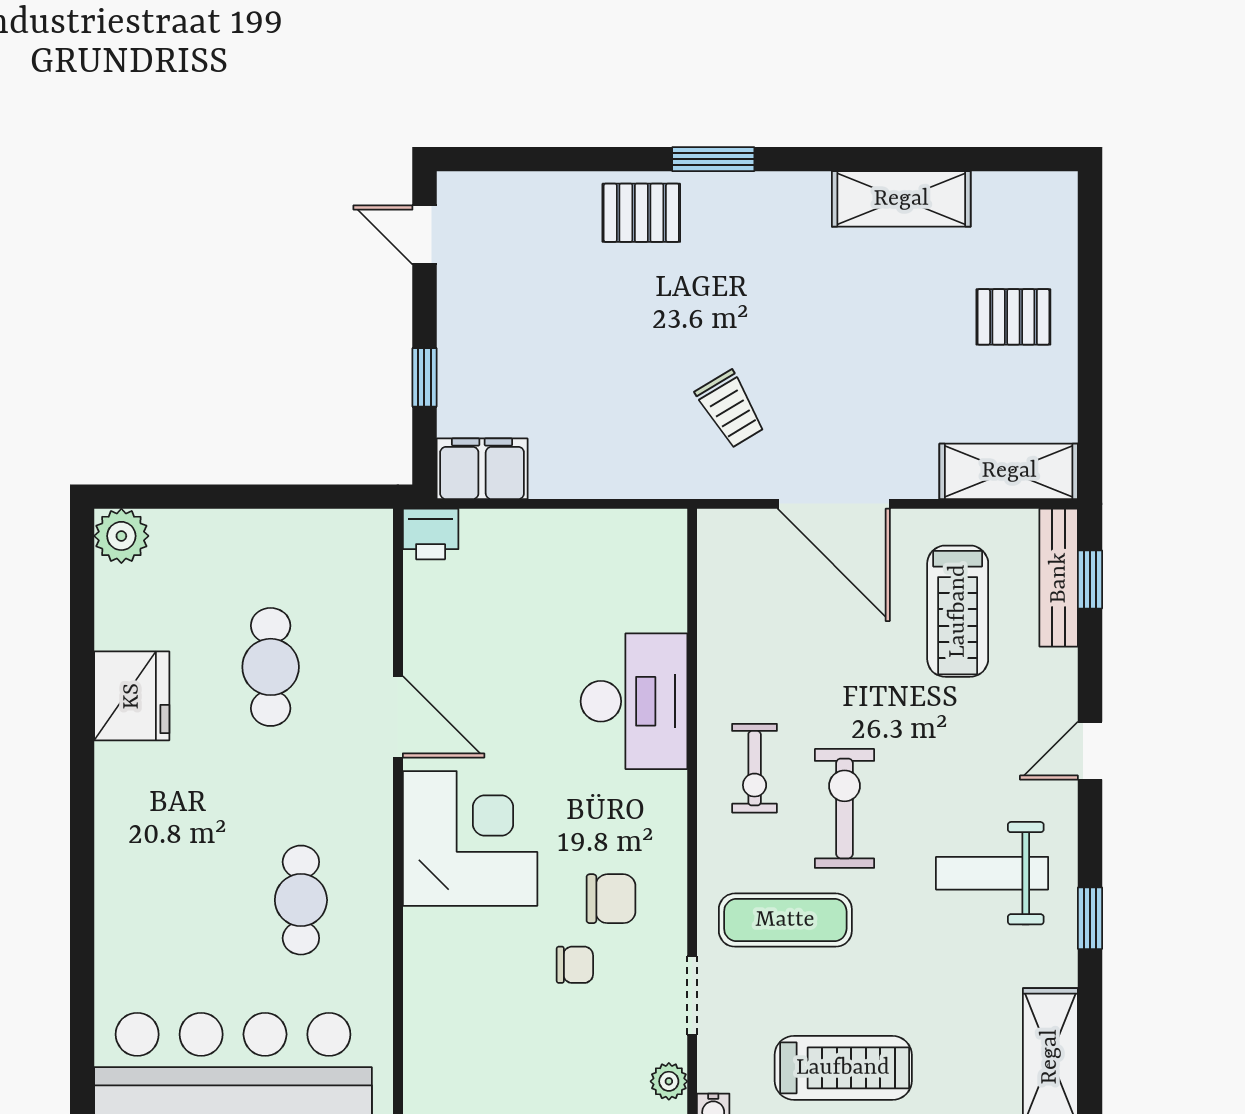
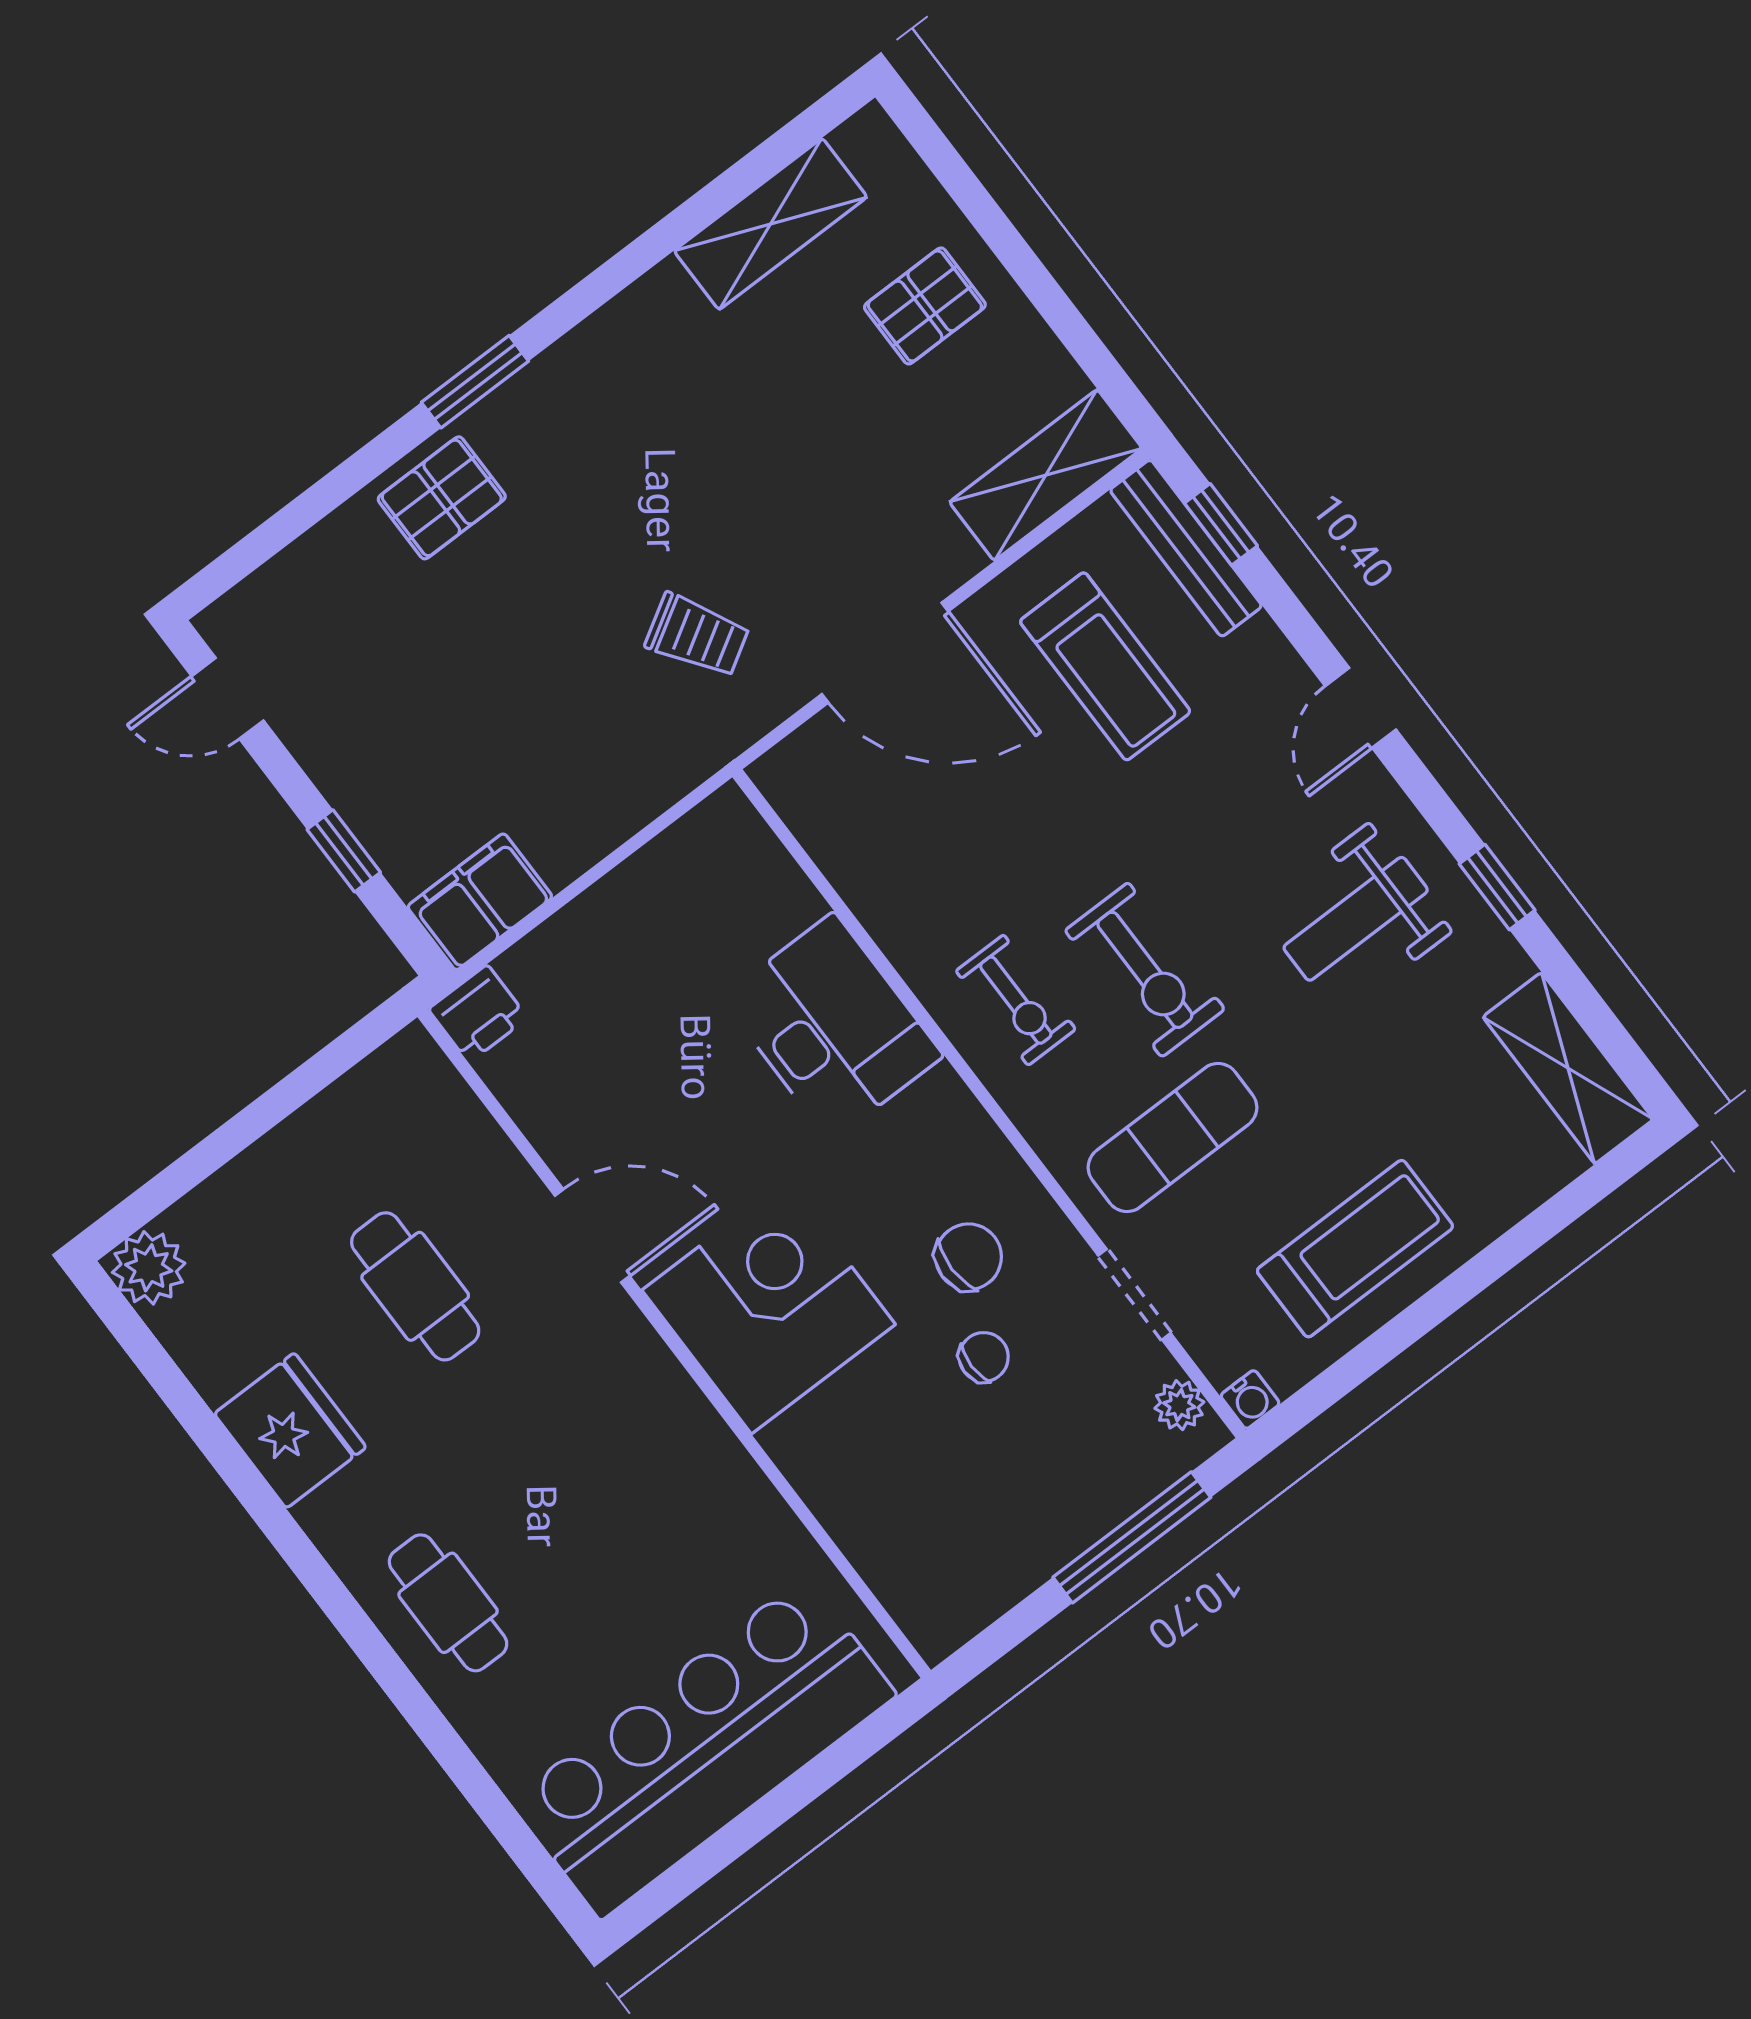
shelving: (901, 199) -> (771, 224), moved
exercise bike: (844, 808) -> (1145, 970), turned 180
cafe table: (301, 900) -> (448, 1603), moved

